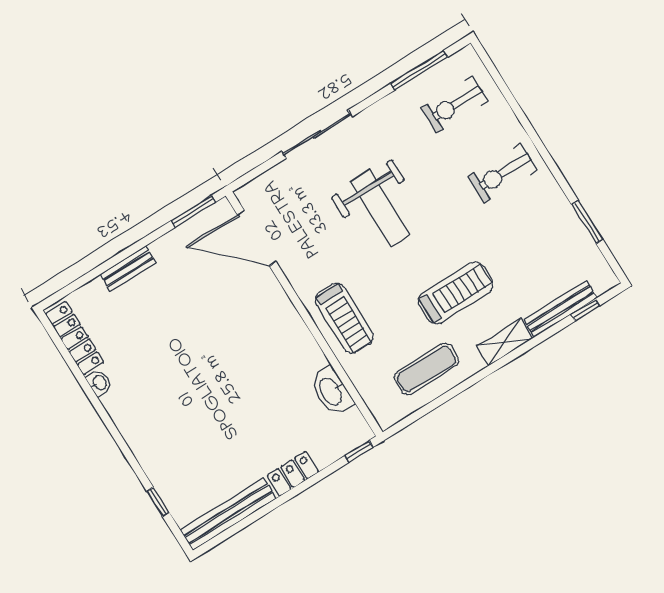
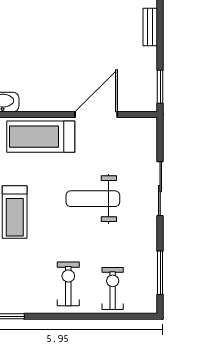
exercise bike: (455, 104) -> (113, 288), moved
door: (257, 238) -> (96, 115), moved
treadmill: (344, 318) -> (41, 137), width x1.37, depth x1.38

